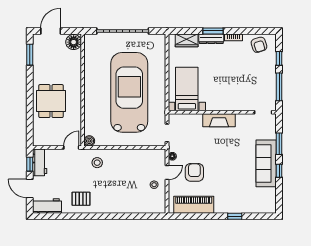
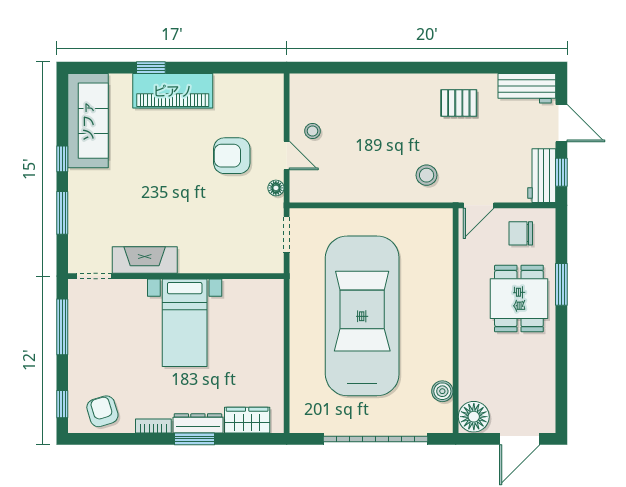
window: (30, 55) -> (561, 284), moved
window: (279, 58) -> (62, 404), moved
bed with nightstands: (187, 89) -> (185, 323), moved
car: (129, 92) -> (362, 316), turned 180
fireplace: (219, 120) -> (145, 260), moved
chair: (50, 134) -> (521, 233), added
boiler: (89, 141) -> (442, 391), moved
sofa: (266, 163) -> (88, 121), moved
door: (167, 172) -> (287, 156), swing flipped
armchair: (194, 172) -> (232, 156), turned 90
piano: (194, 205) -> (173, 91), moved

